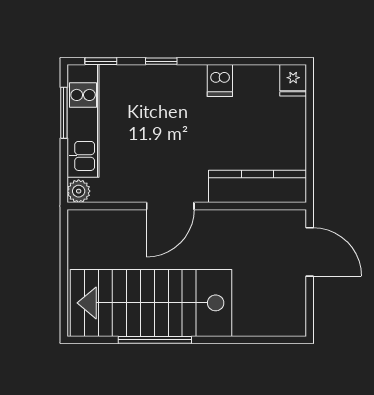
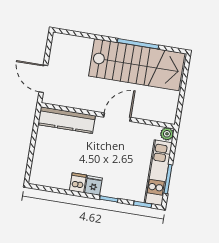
fridge: (293, 80) -> (94, 185), moved

